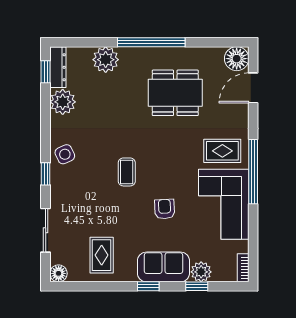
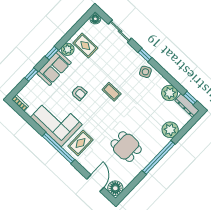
dining table: (175, 93) -> (126, 147), width x0.73
plant: (201, 272) -> (68, 49), moved

